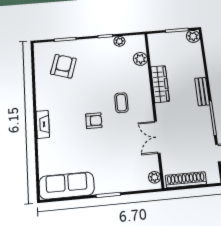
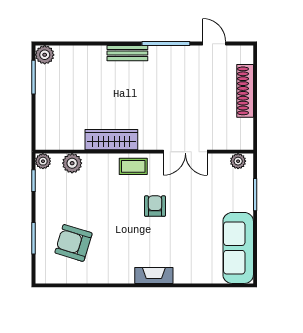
plant: (140, 59) -> (72, 163), moved
wardrobe: (160, 84) -> (111, 140), moved
wall: (154, 108) -> (144, 152), moved
double door: (157, 137) -> (185, 152), moved
plant: (155, 177) -> (238, 161), moved

